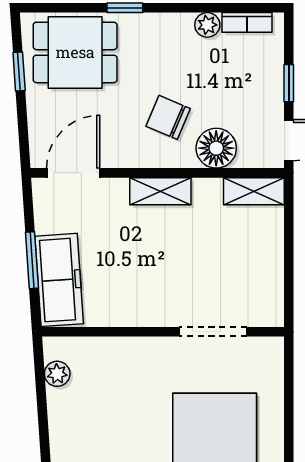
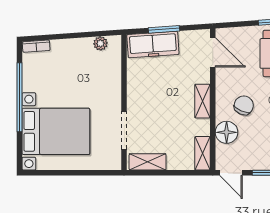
shelving: (269, 289) -> (148, 162), added

